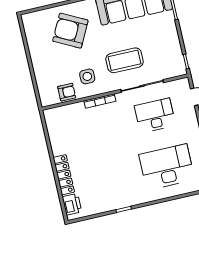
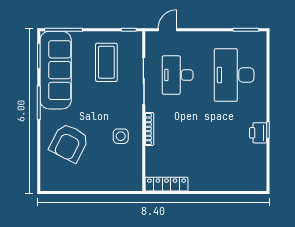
coffee table: (125, 60) -> (106, 62), moved
armchair: (67, 92) -> (132, 161), removed
locker: (64, 175) -> (166, 184), moved
printer: (72, 204) -> (258, 133), moved, turned -90

